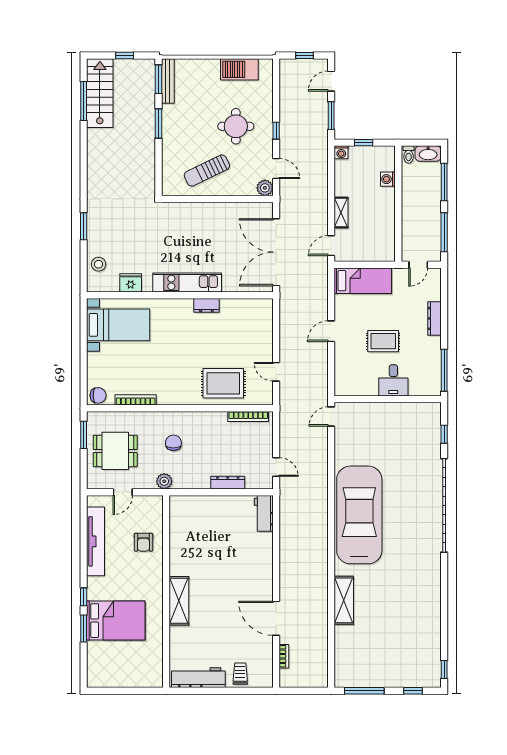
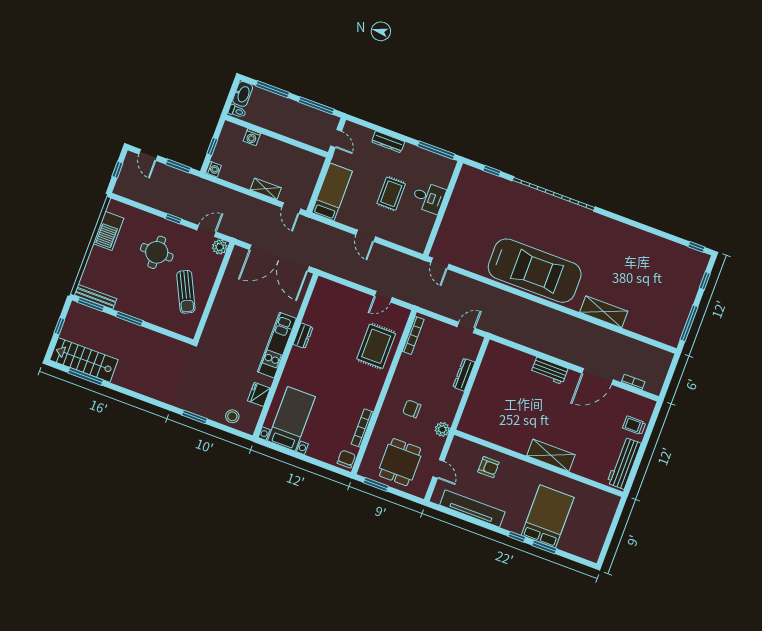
workbench: (264, 513) -> (549, 371), moved
car: (359, 515) -> (535, 271), turned 180

